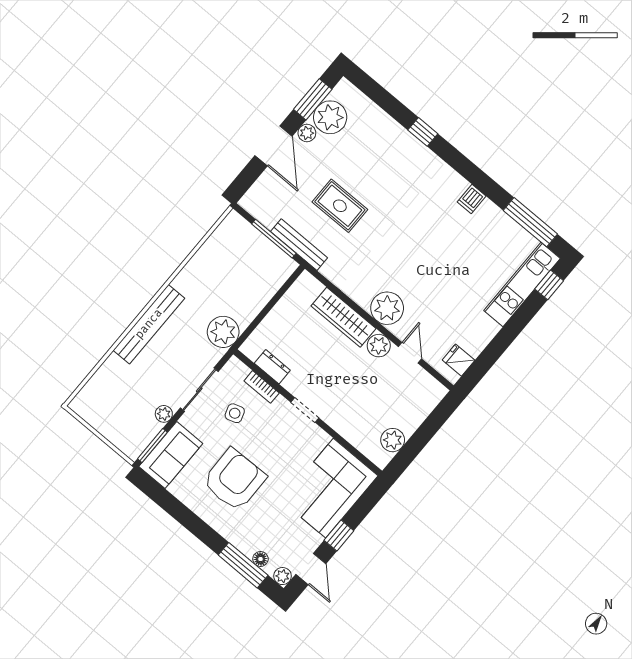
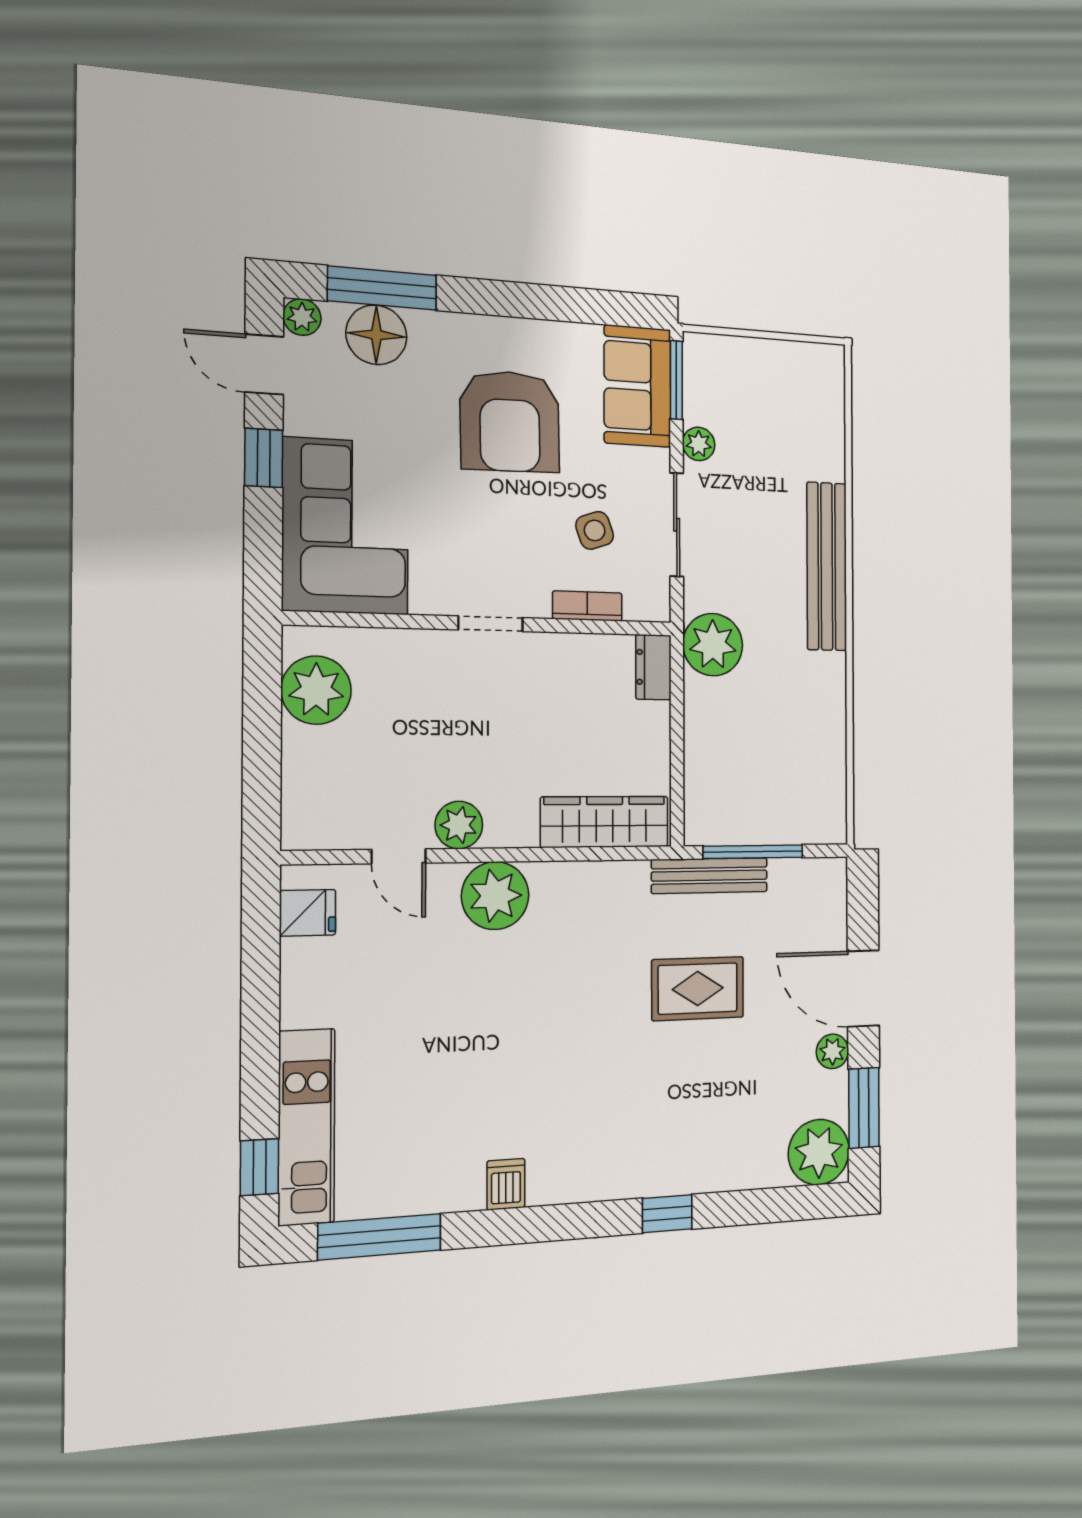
plant: (330, 117) -> (819, 1152), moved
wardrobe: (343, 317) -> (605, 822), moved
dresser: (272, 367) -> (653, 667), moved, turned 90
plant: (393, 440) -> (316, 690), width x1.36, depth x1.36
floor lamp: (260, 559) -> (376, 335), width x1.89, depth x1.89

